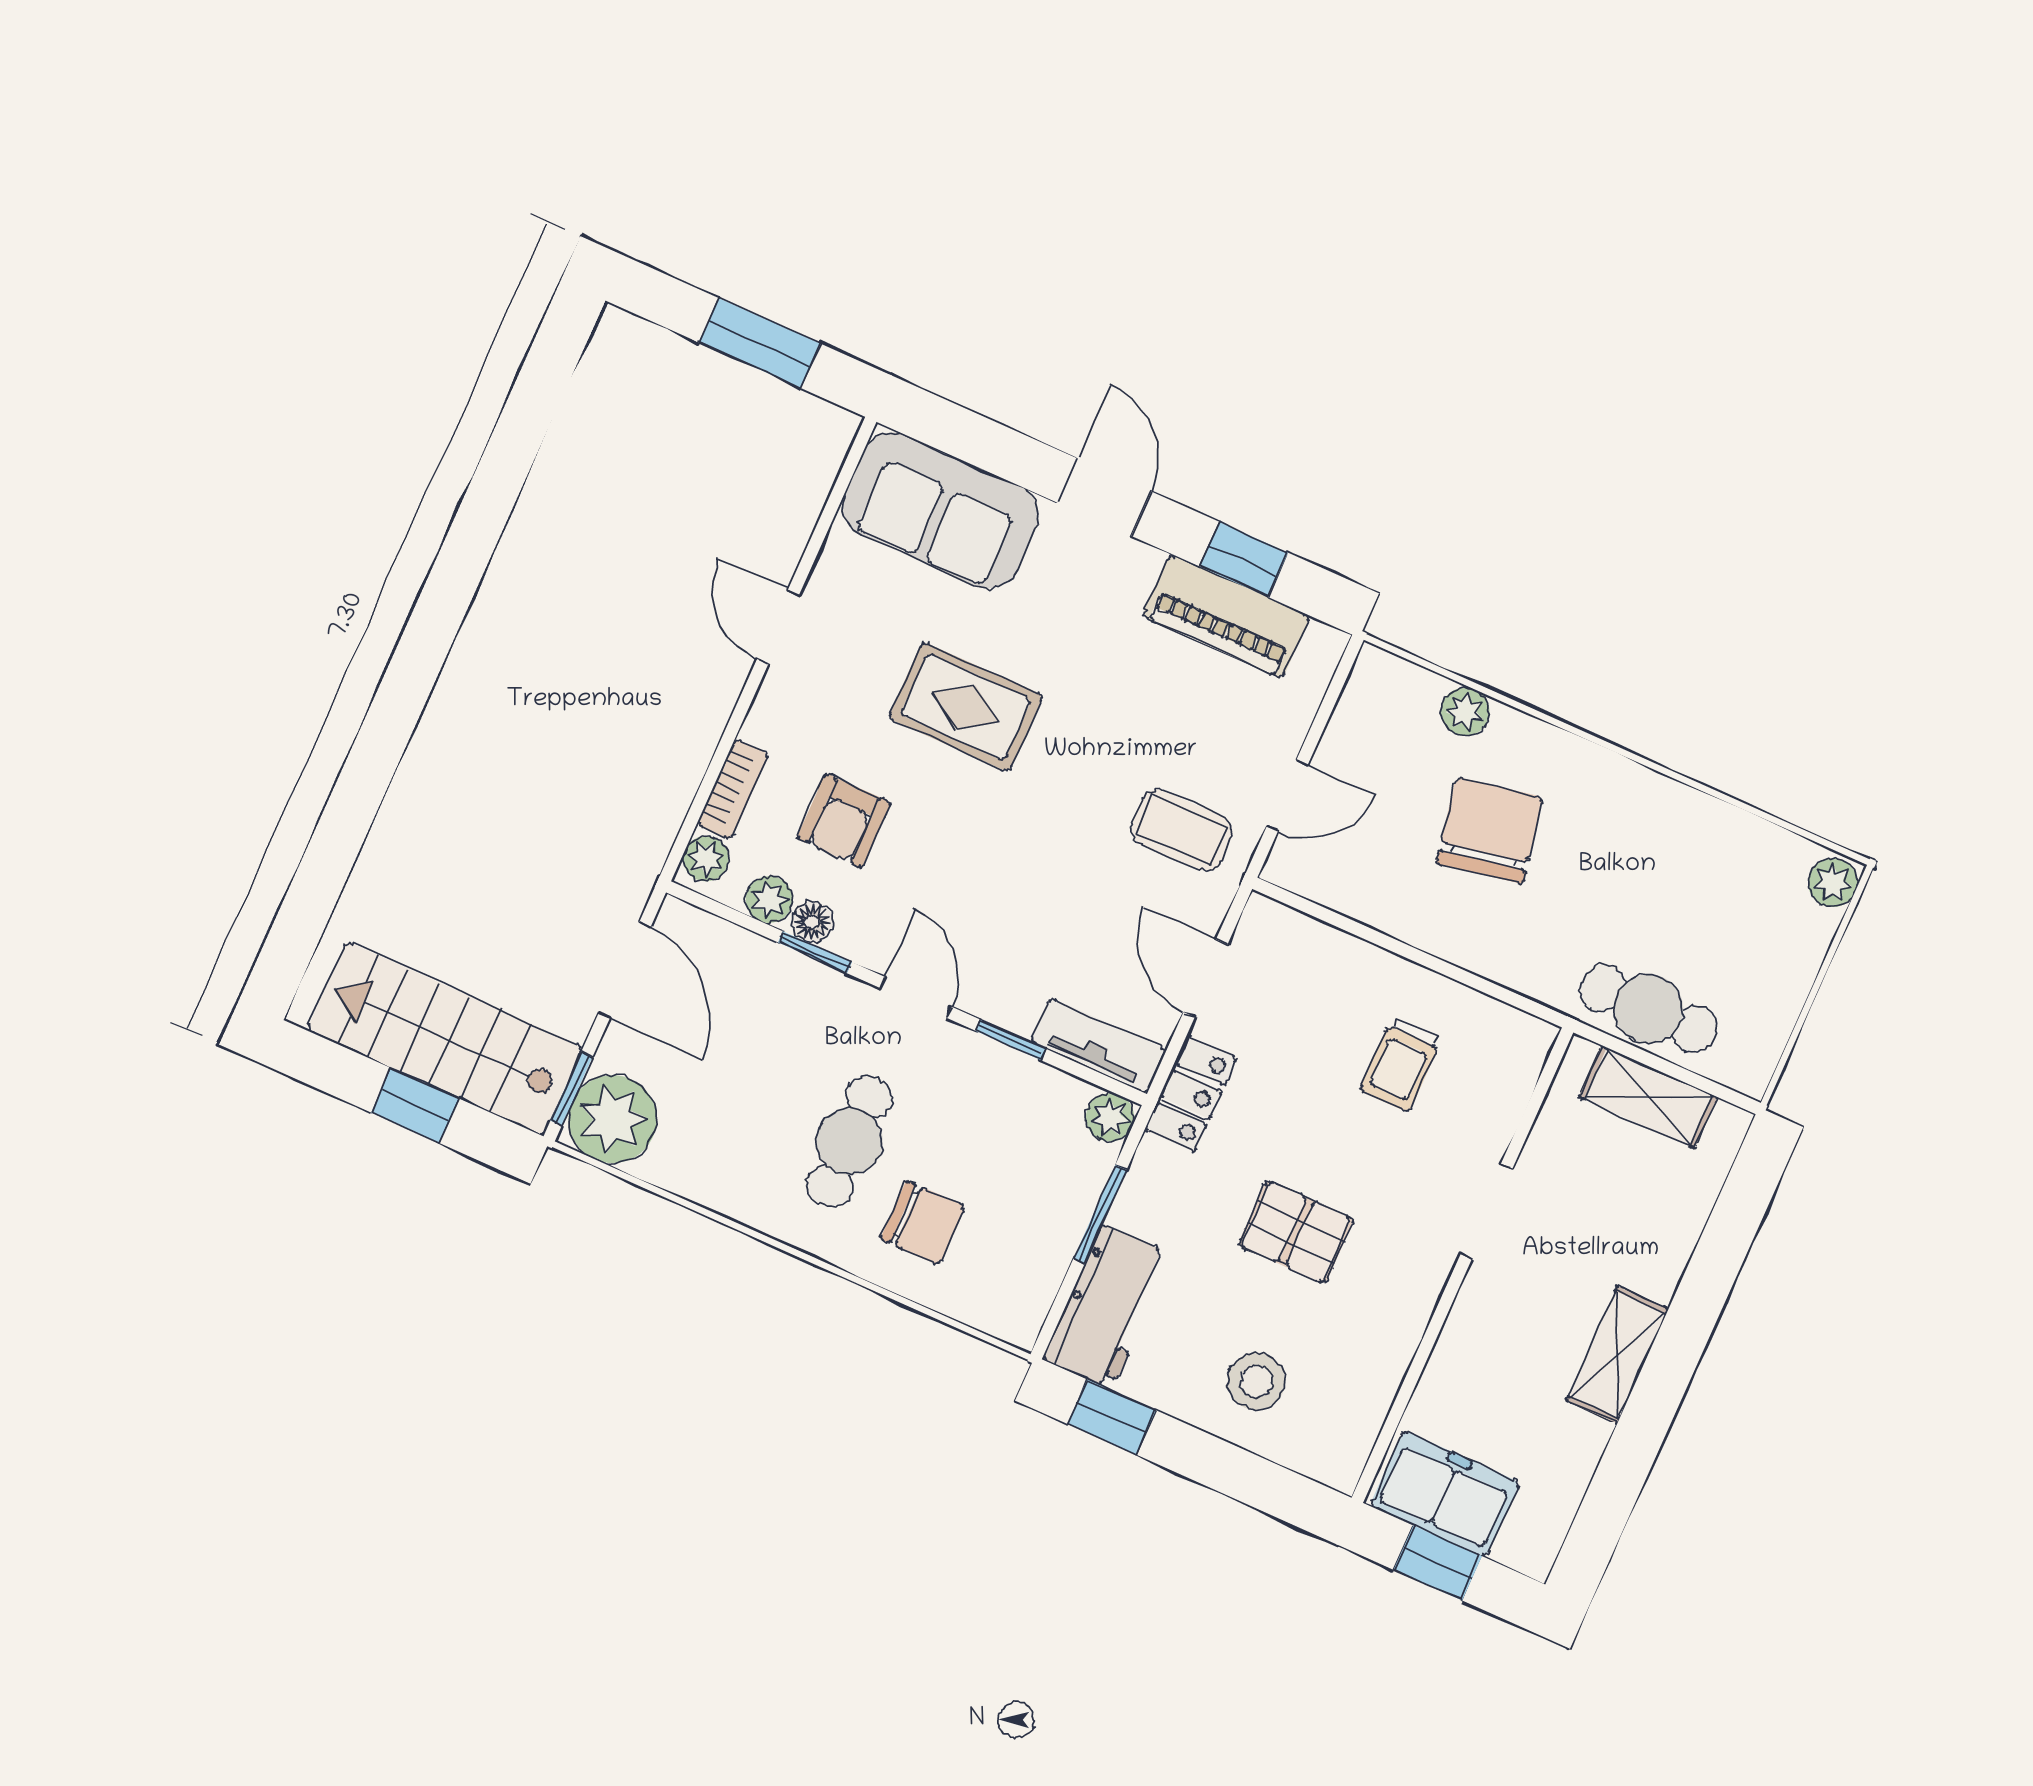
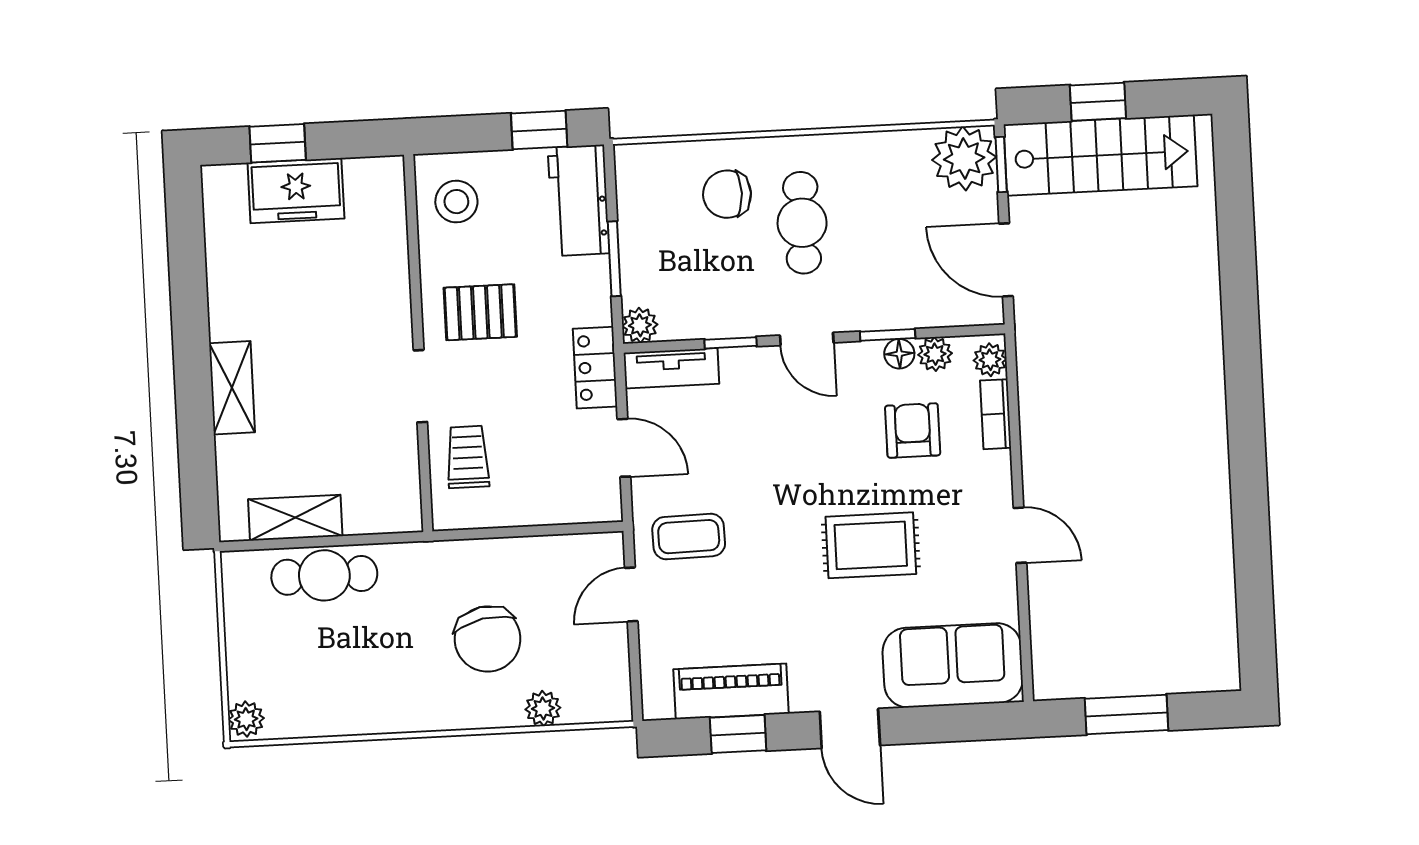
doorway: (1486, 1211) -> (420, 386), moved
wall: (1462, 1265) -> (418, 343), moved
shelving: (1617, 1355) -> (232, 388), moved

